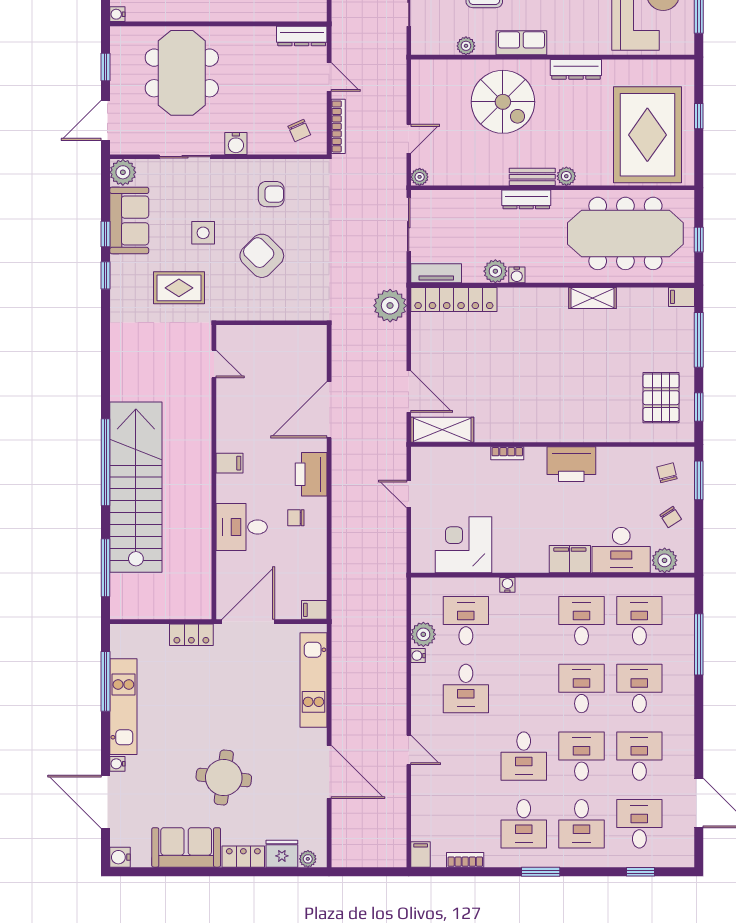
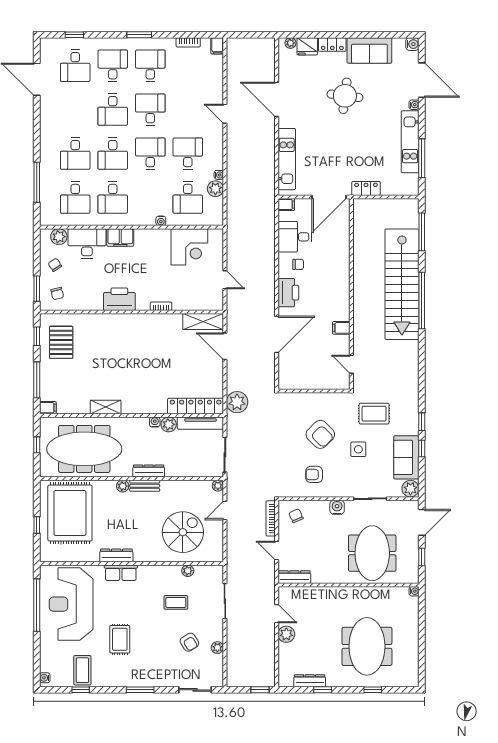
row of seats: (521, 43) -> (121, 573), moved
spiral stairs: (503, 102) -> (183, 532), moved, turned 90
tv unit: (436, 273) -> (200, 423), width x1.41
filing cabinet: (229, 463) -> (341, 328), moved
desk: (242, 527) -> (295, 237), moved, turned 180
desk: (639, 756) -> (150, 154), moved, turned 180

